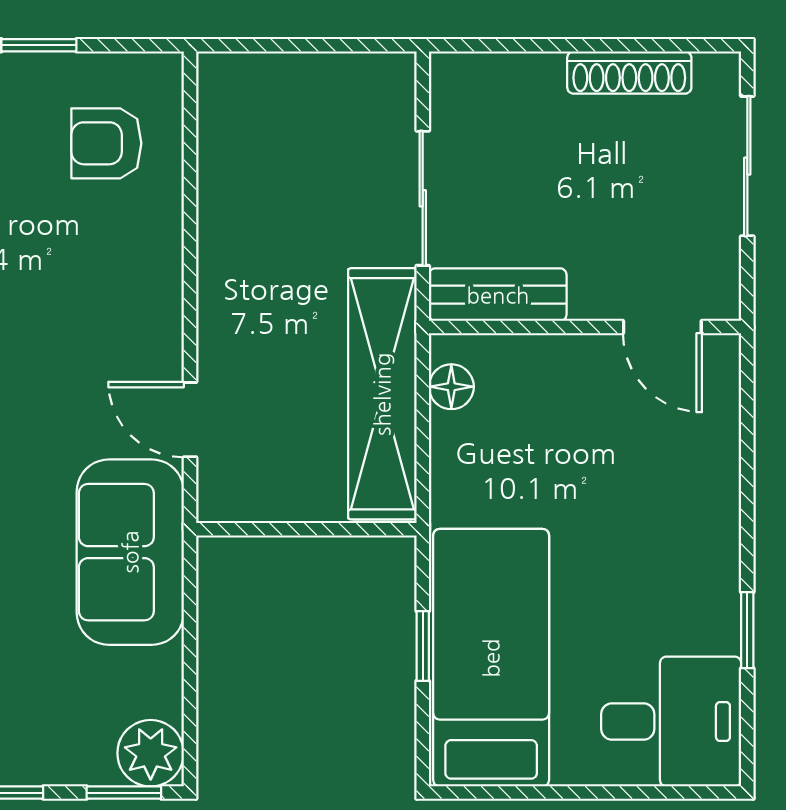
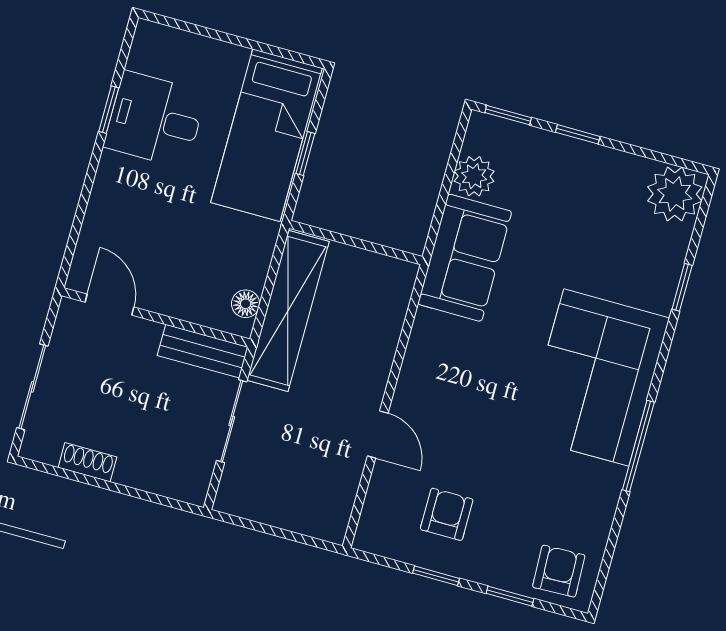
shoe rack: (629, 73) -> (87, 462), width x0.70
armchair: (106, 143) -> (447, 514), moved, turned -90
door: (190, 420) -> (378, 435), moved
desk: (671, 722) -> (155, 120), moved
plant: (151, 753) -> (474, 176), moved

